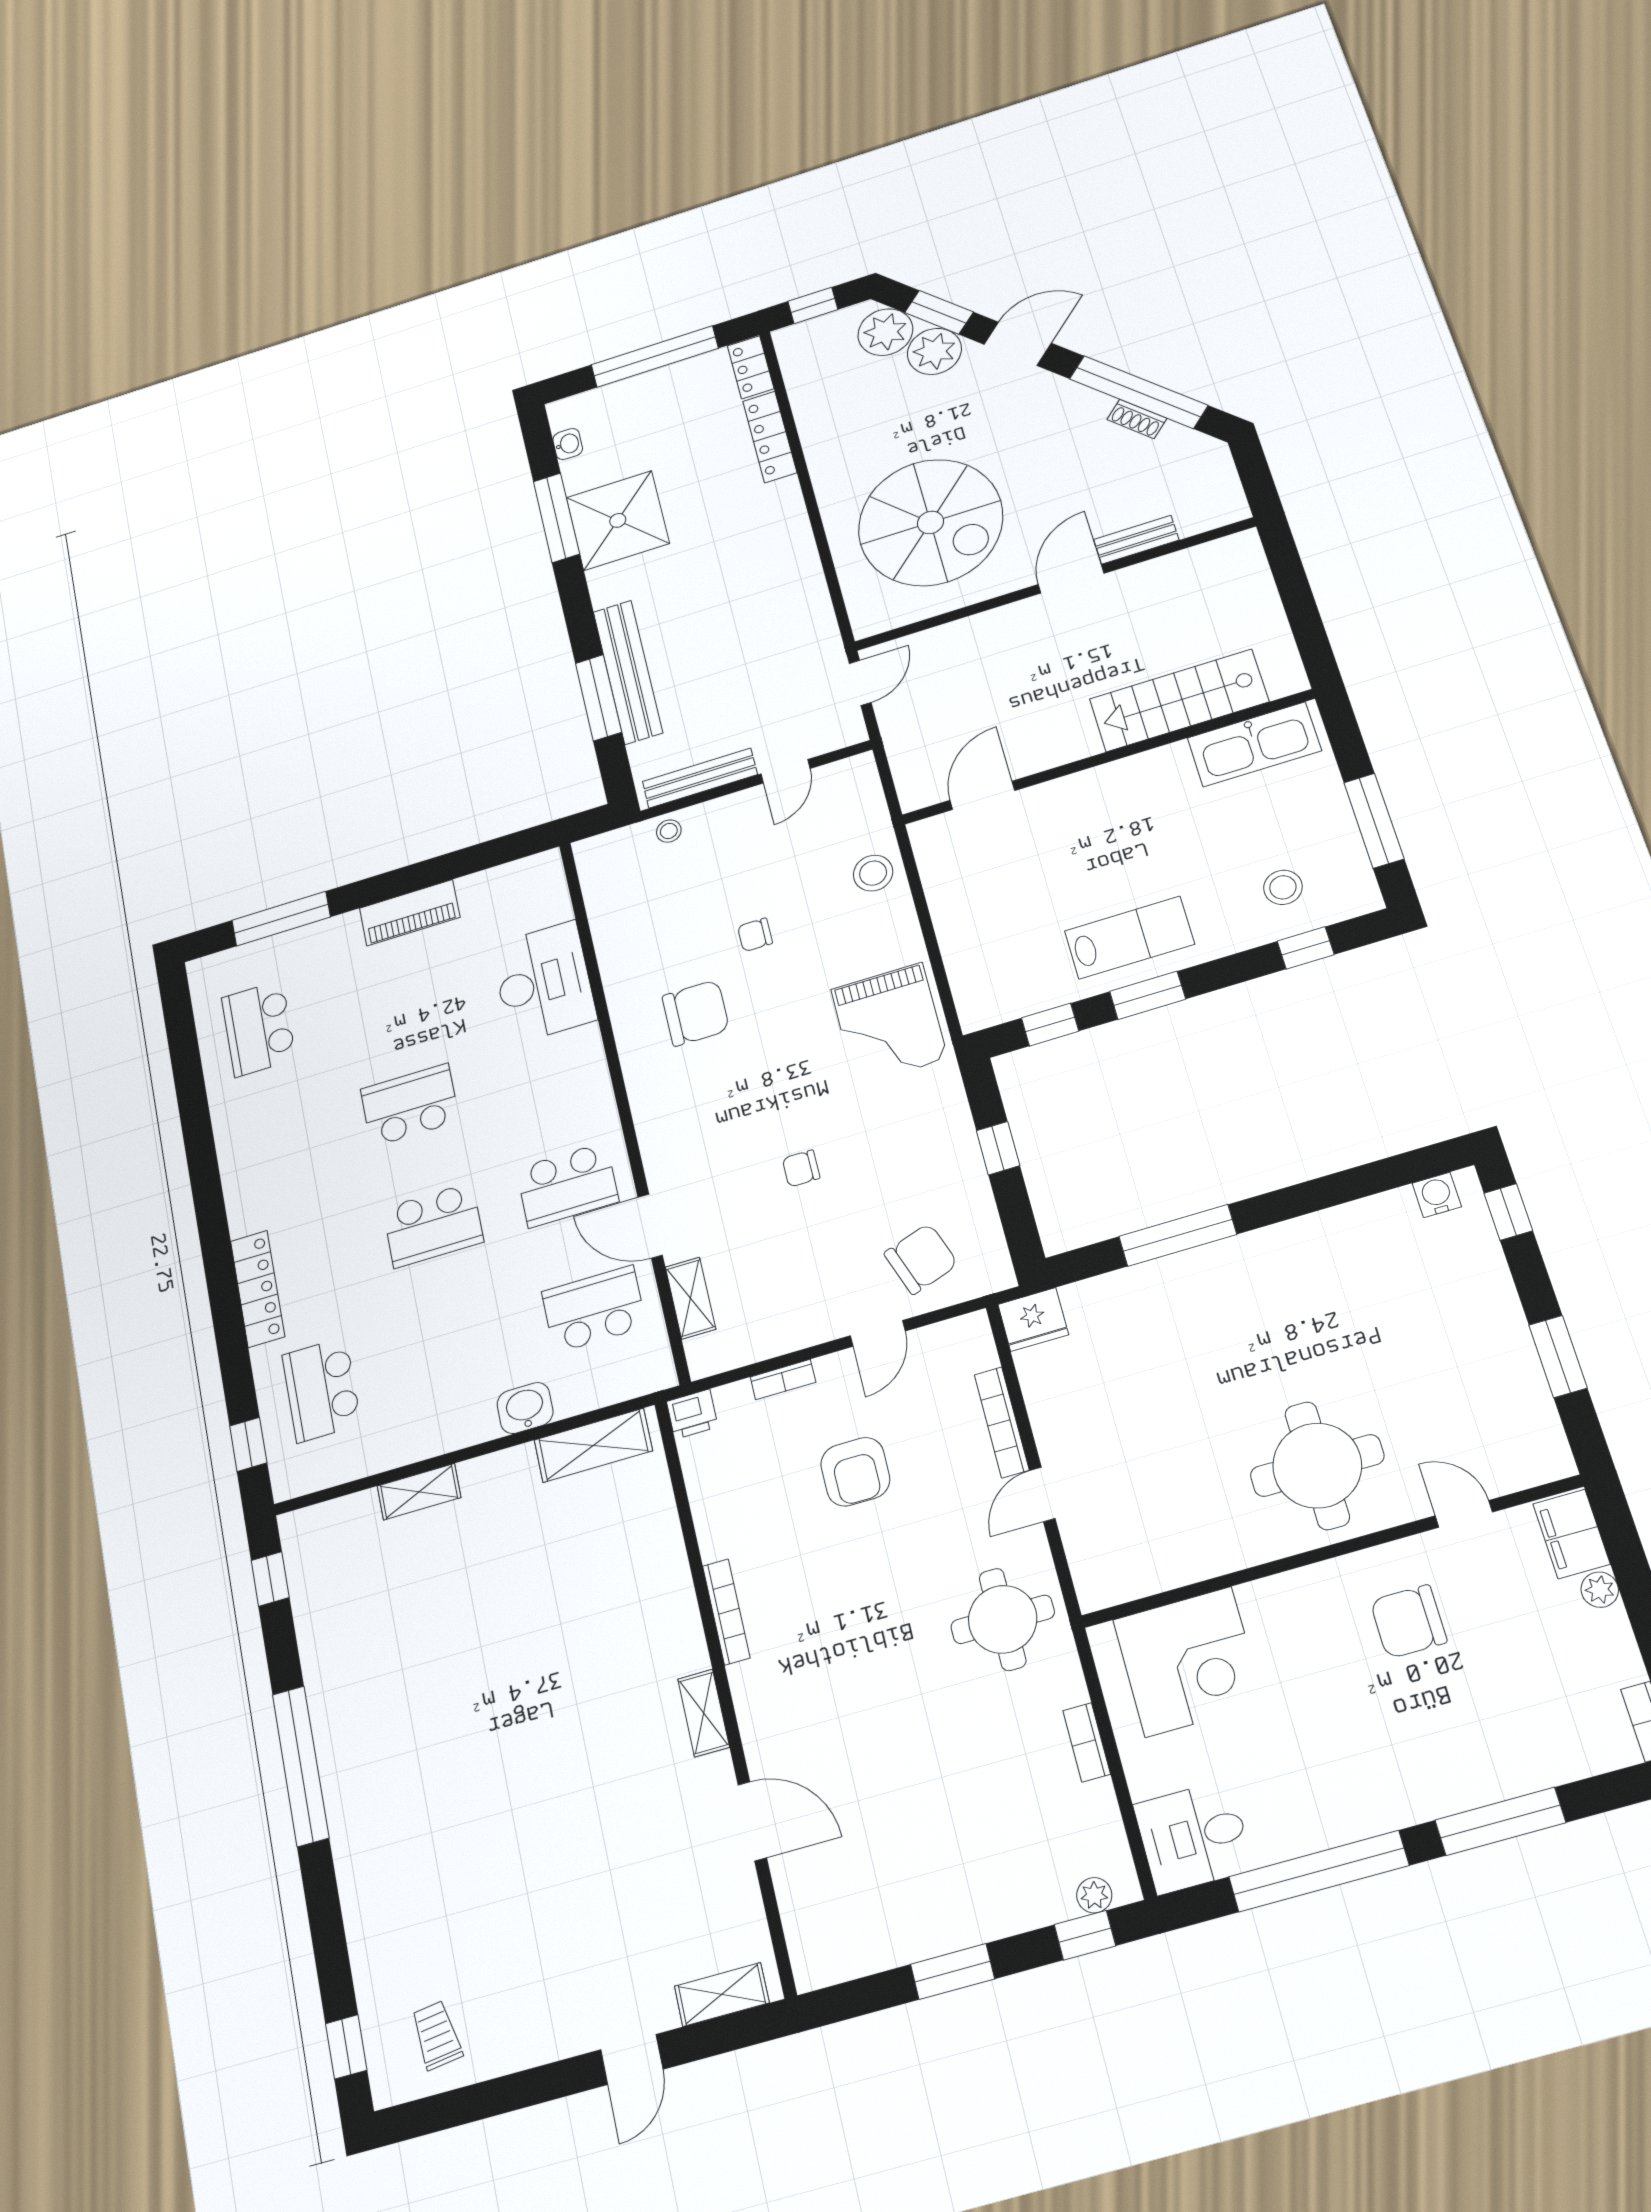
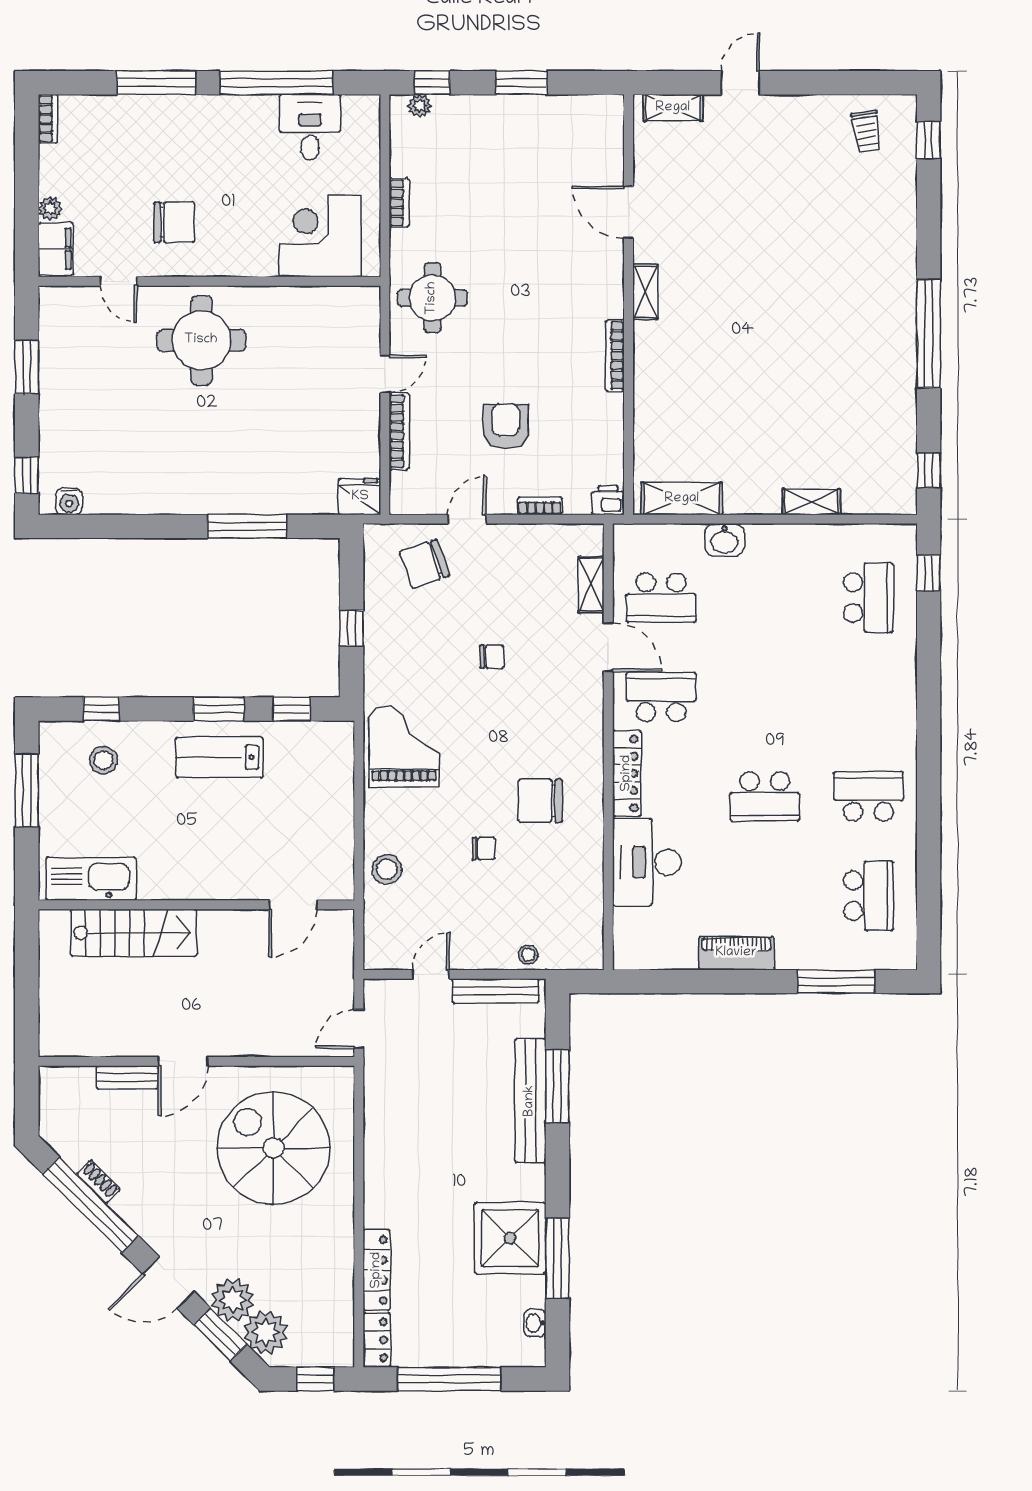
school desk: (433, 1225) -> (868, 796), moved
locker: (258, 1289) -> (627, 773), moved, turned 180
desk: (1193, 1837) -> (310, 127), moved, turned -90

